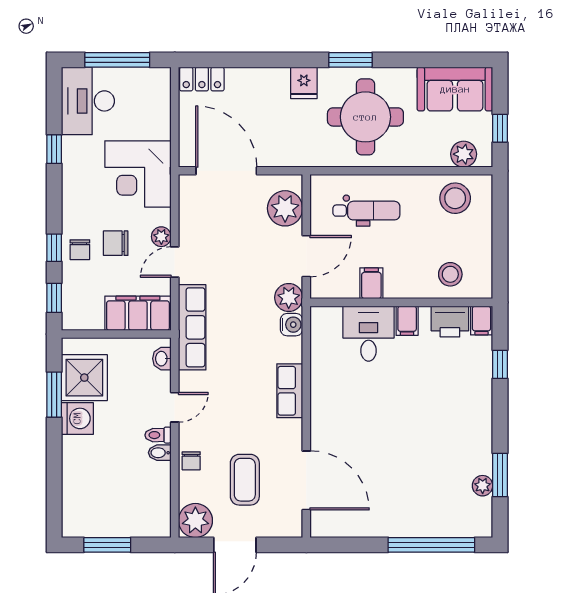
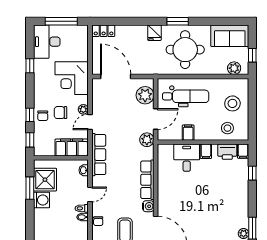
stool: (455, 198) -> (232, 103), moved
dental chair: (366, 211) -> (186, 96), width x1.36, depth x1.38
water cooler: (291, 325) -> (148, 206), moved
row of seats: (290, 391) -> (147, 180), width x1.48

